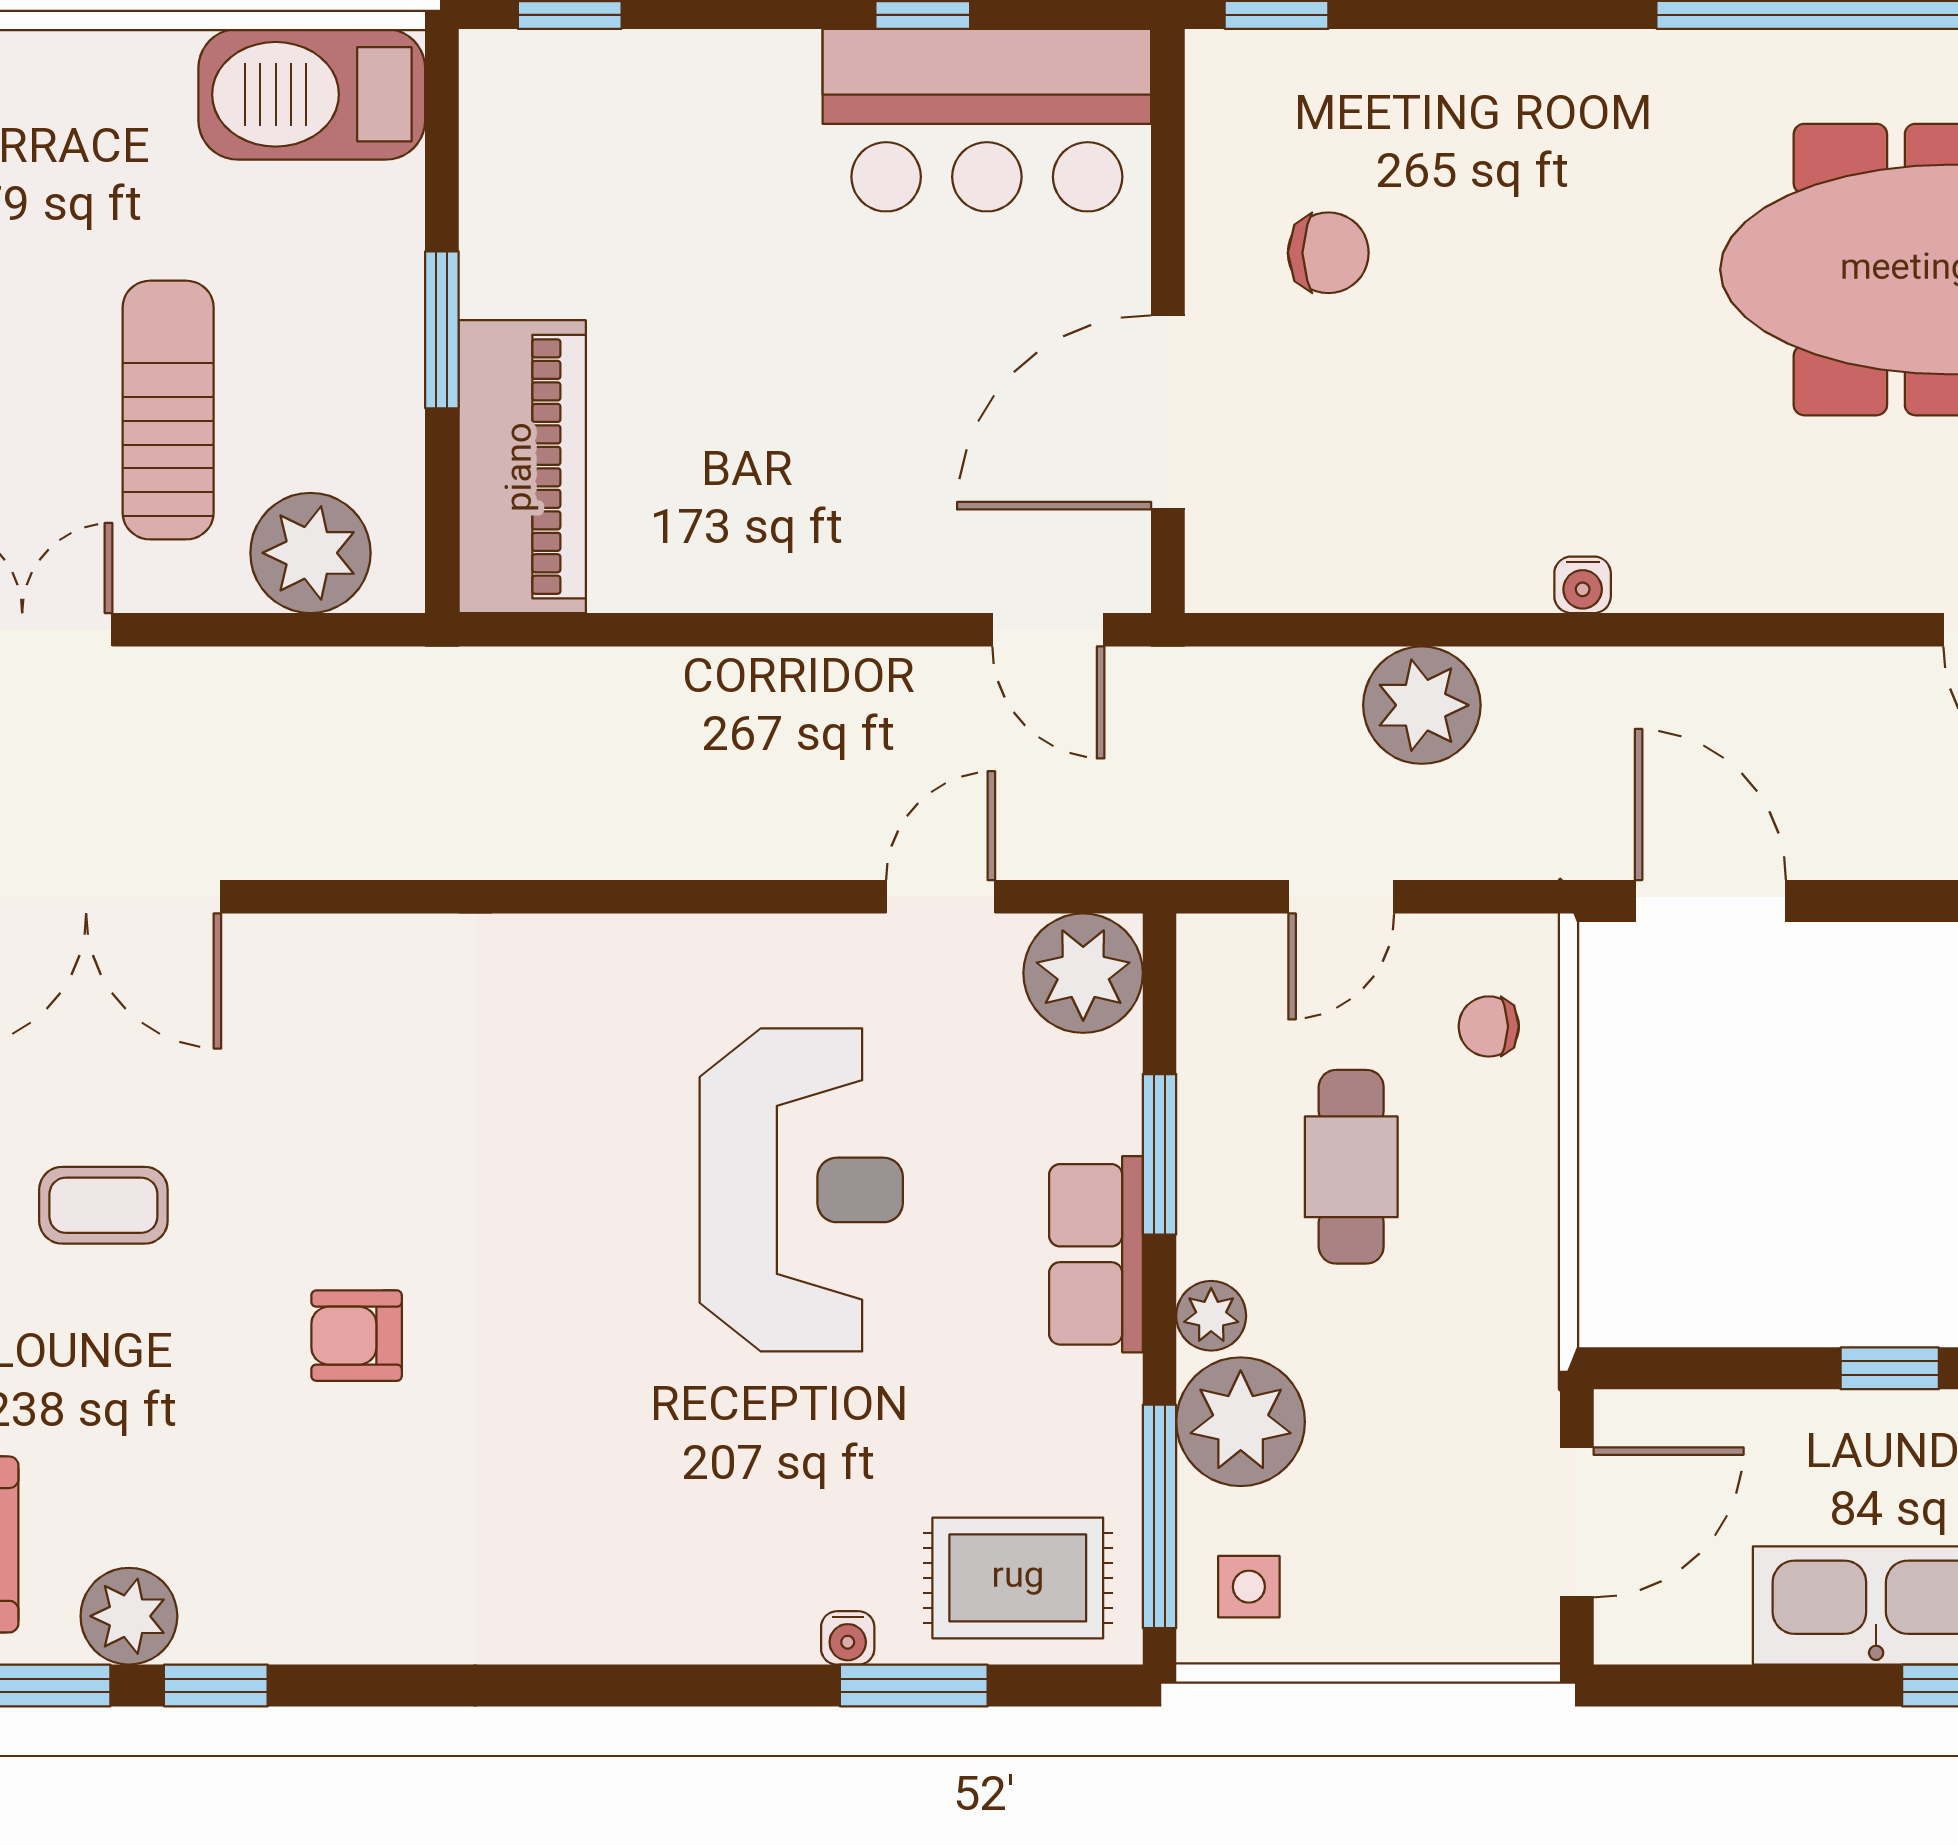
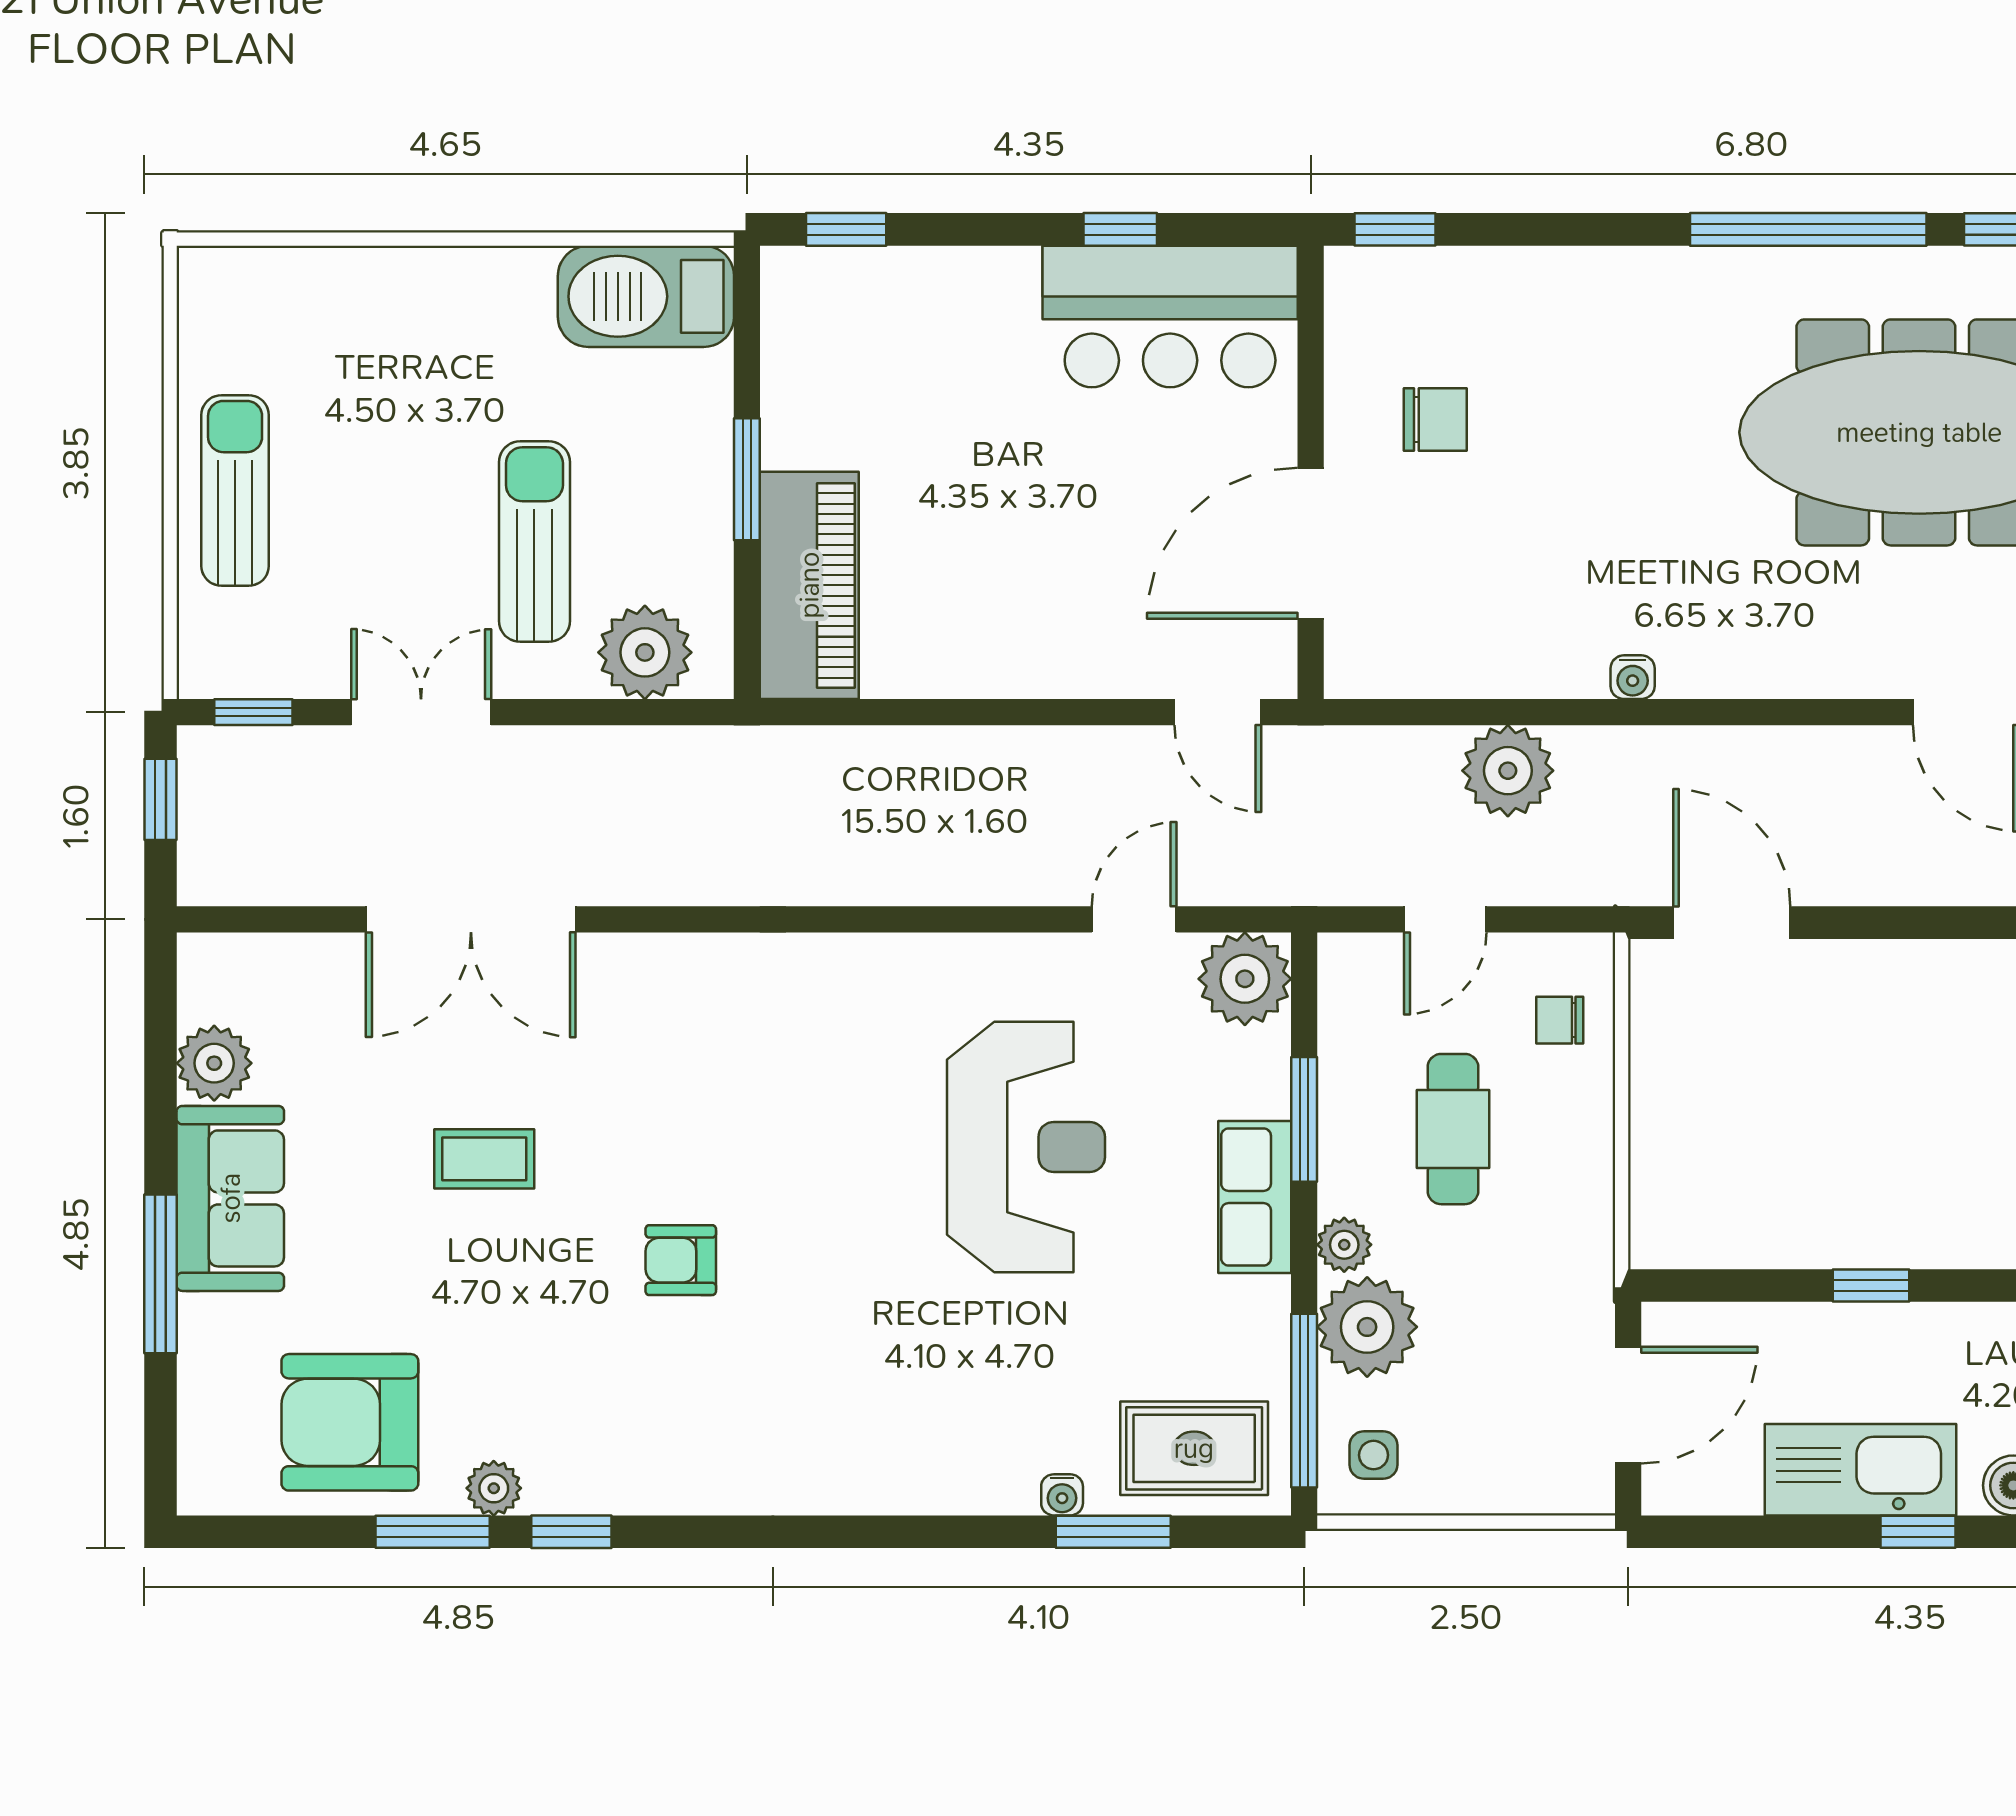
plant: (129, 1616) -> (494, 1488), width x0.73, depth x0.73

